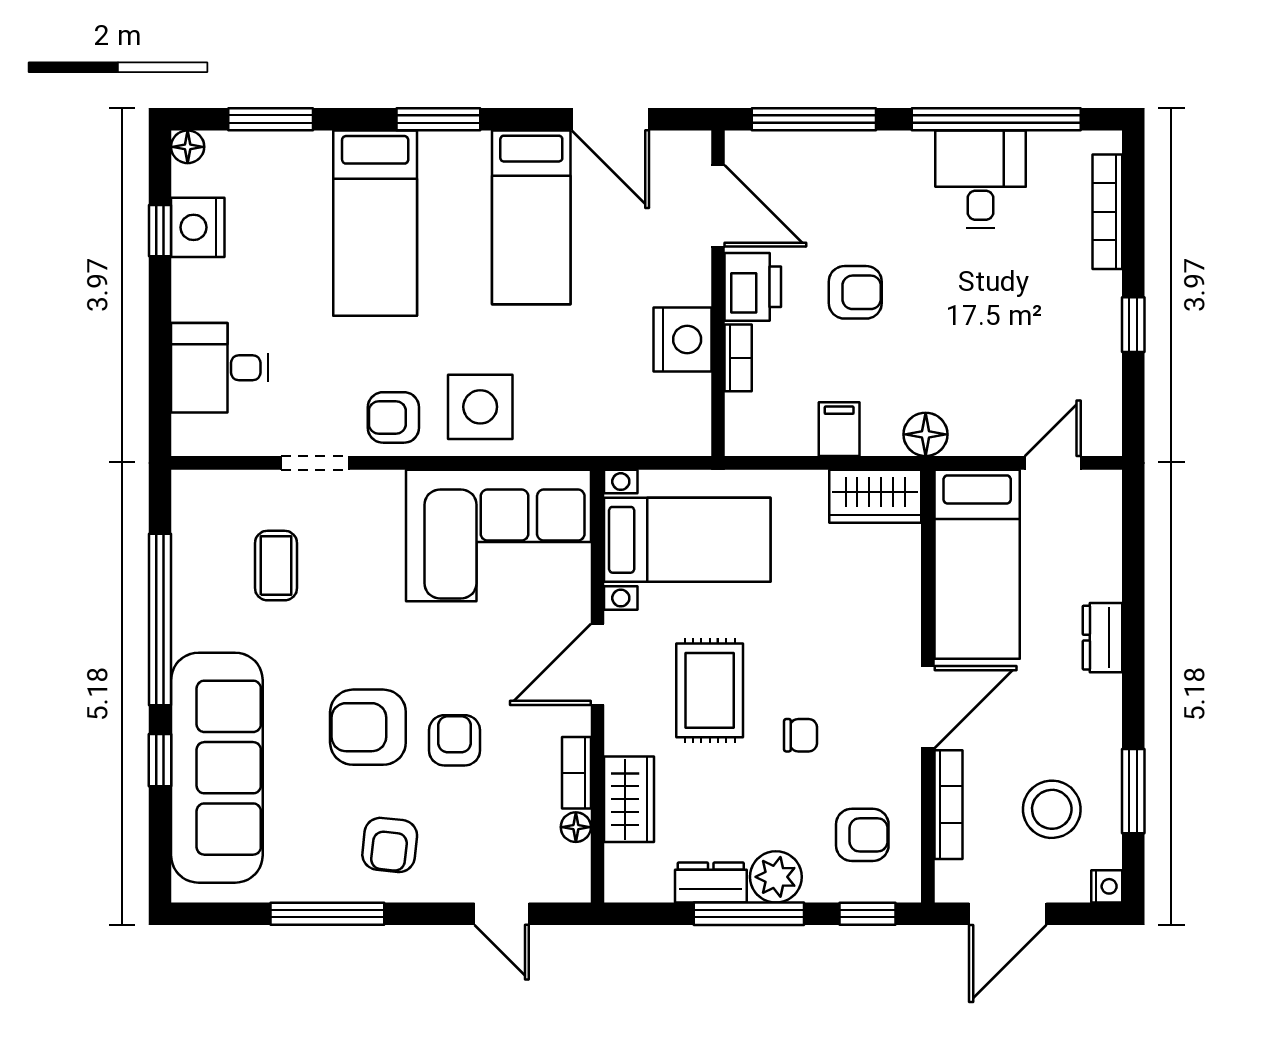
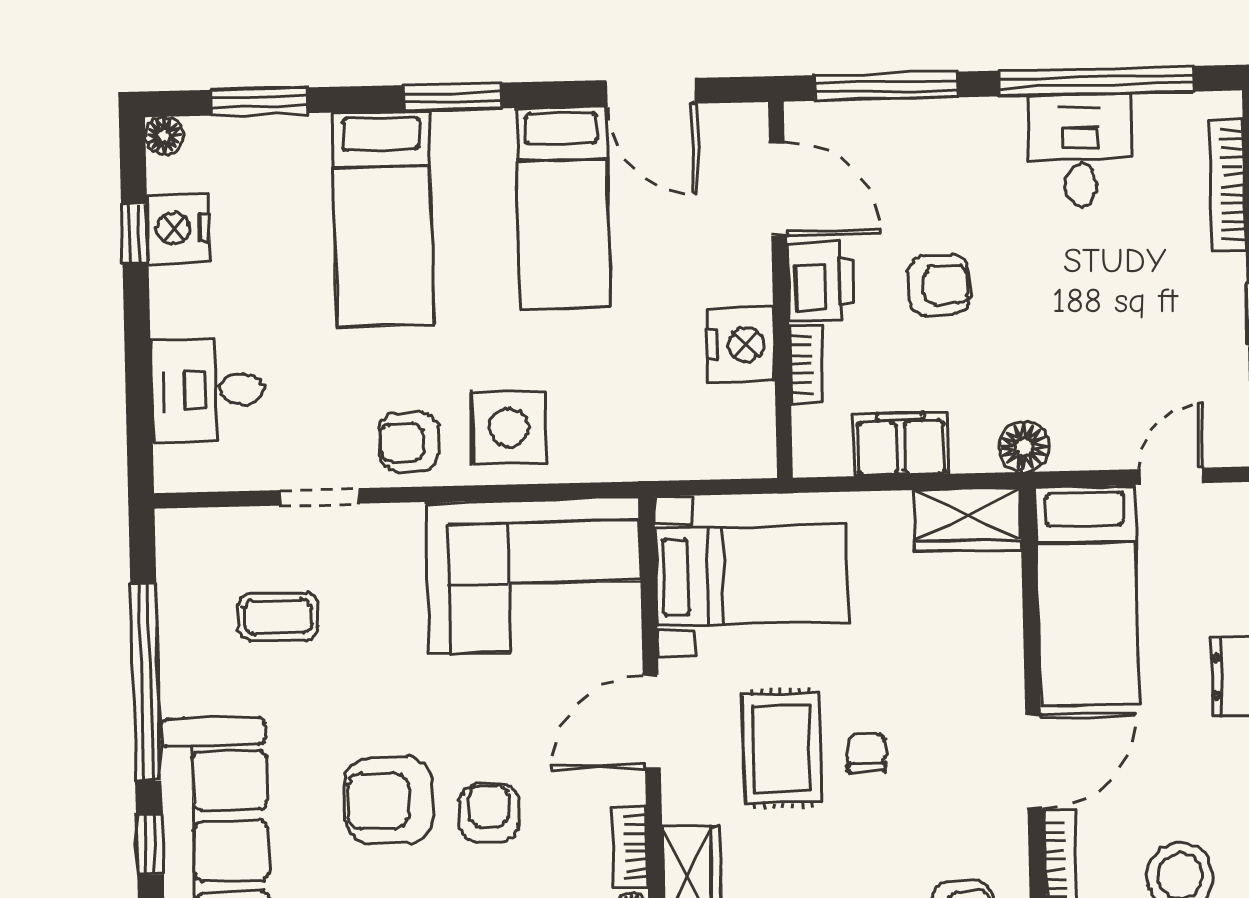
filing cabinet: (839, 429) -> (901, 444), width x2.00
coffee table: (276, 566) -> (278, 616), turned 90
chair: (800, 735) -> (867, 752), moved, turned -90

